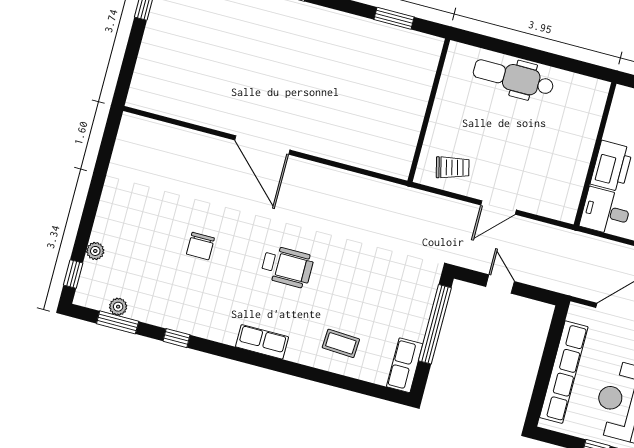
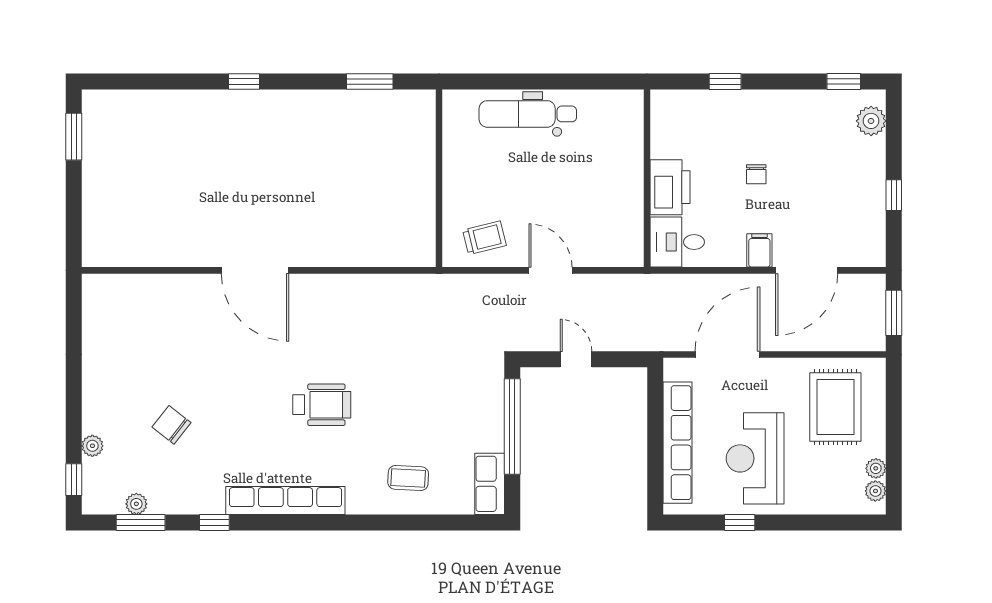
door: (498, 207) -> (550, 270), swing flipped
chair: (200, 246) -> (171, 425), moved, turned 128
row of seats: (262, 342) -> (285, 500), width x2.02

